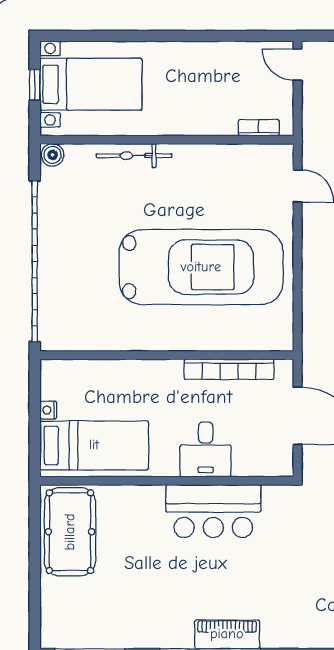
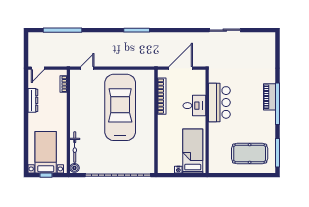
dresser: (218, 53) -> (33, 100), added
bicycle: (134, 156) -> (75, 147), moved
pool table: (70, 532) -> (250, 154), moved

